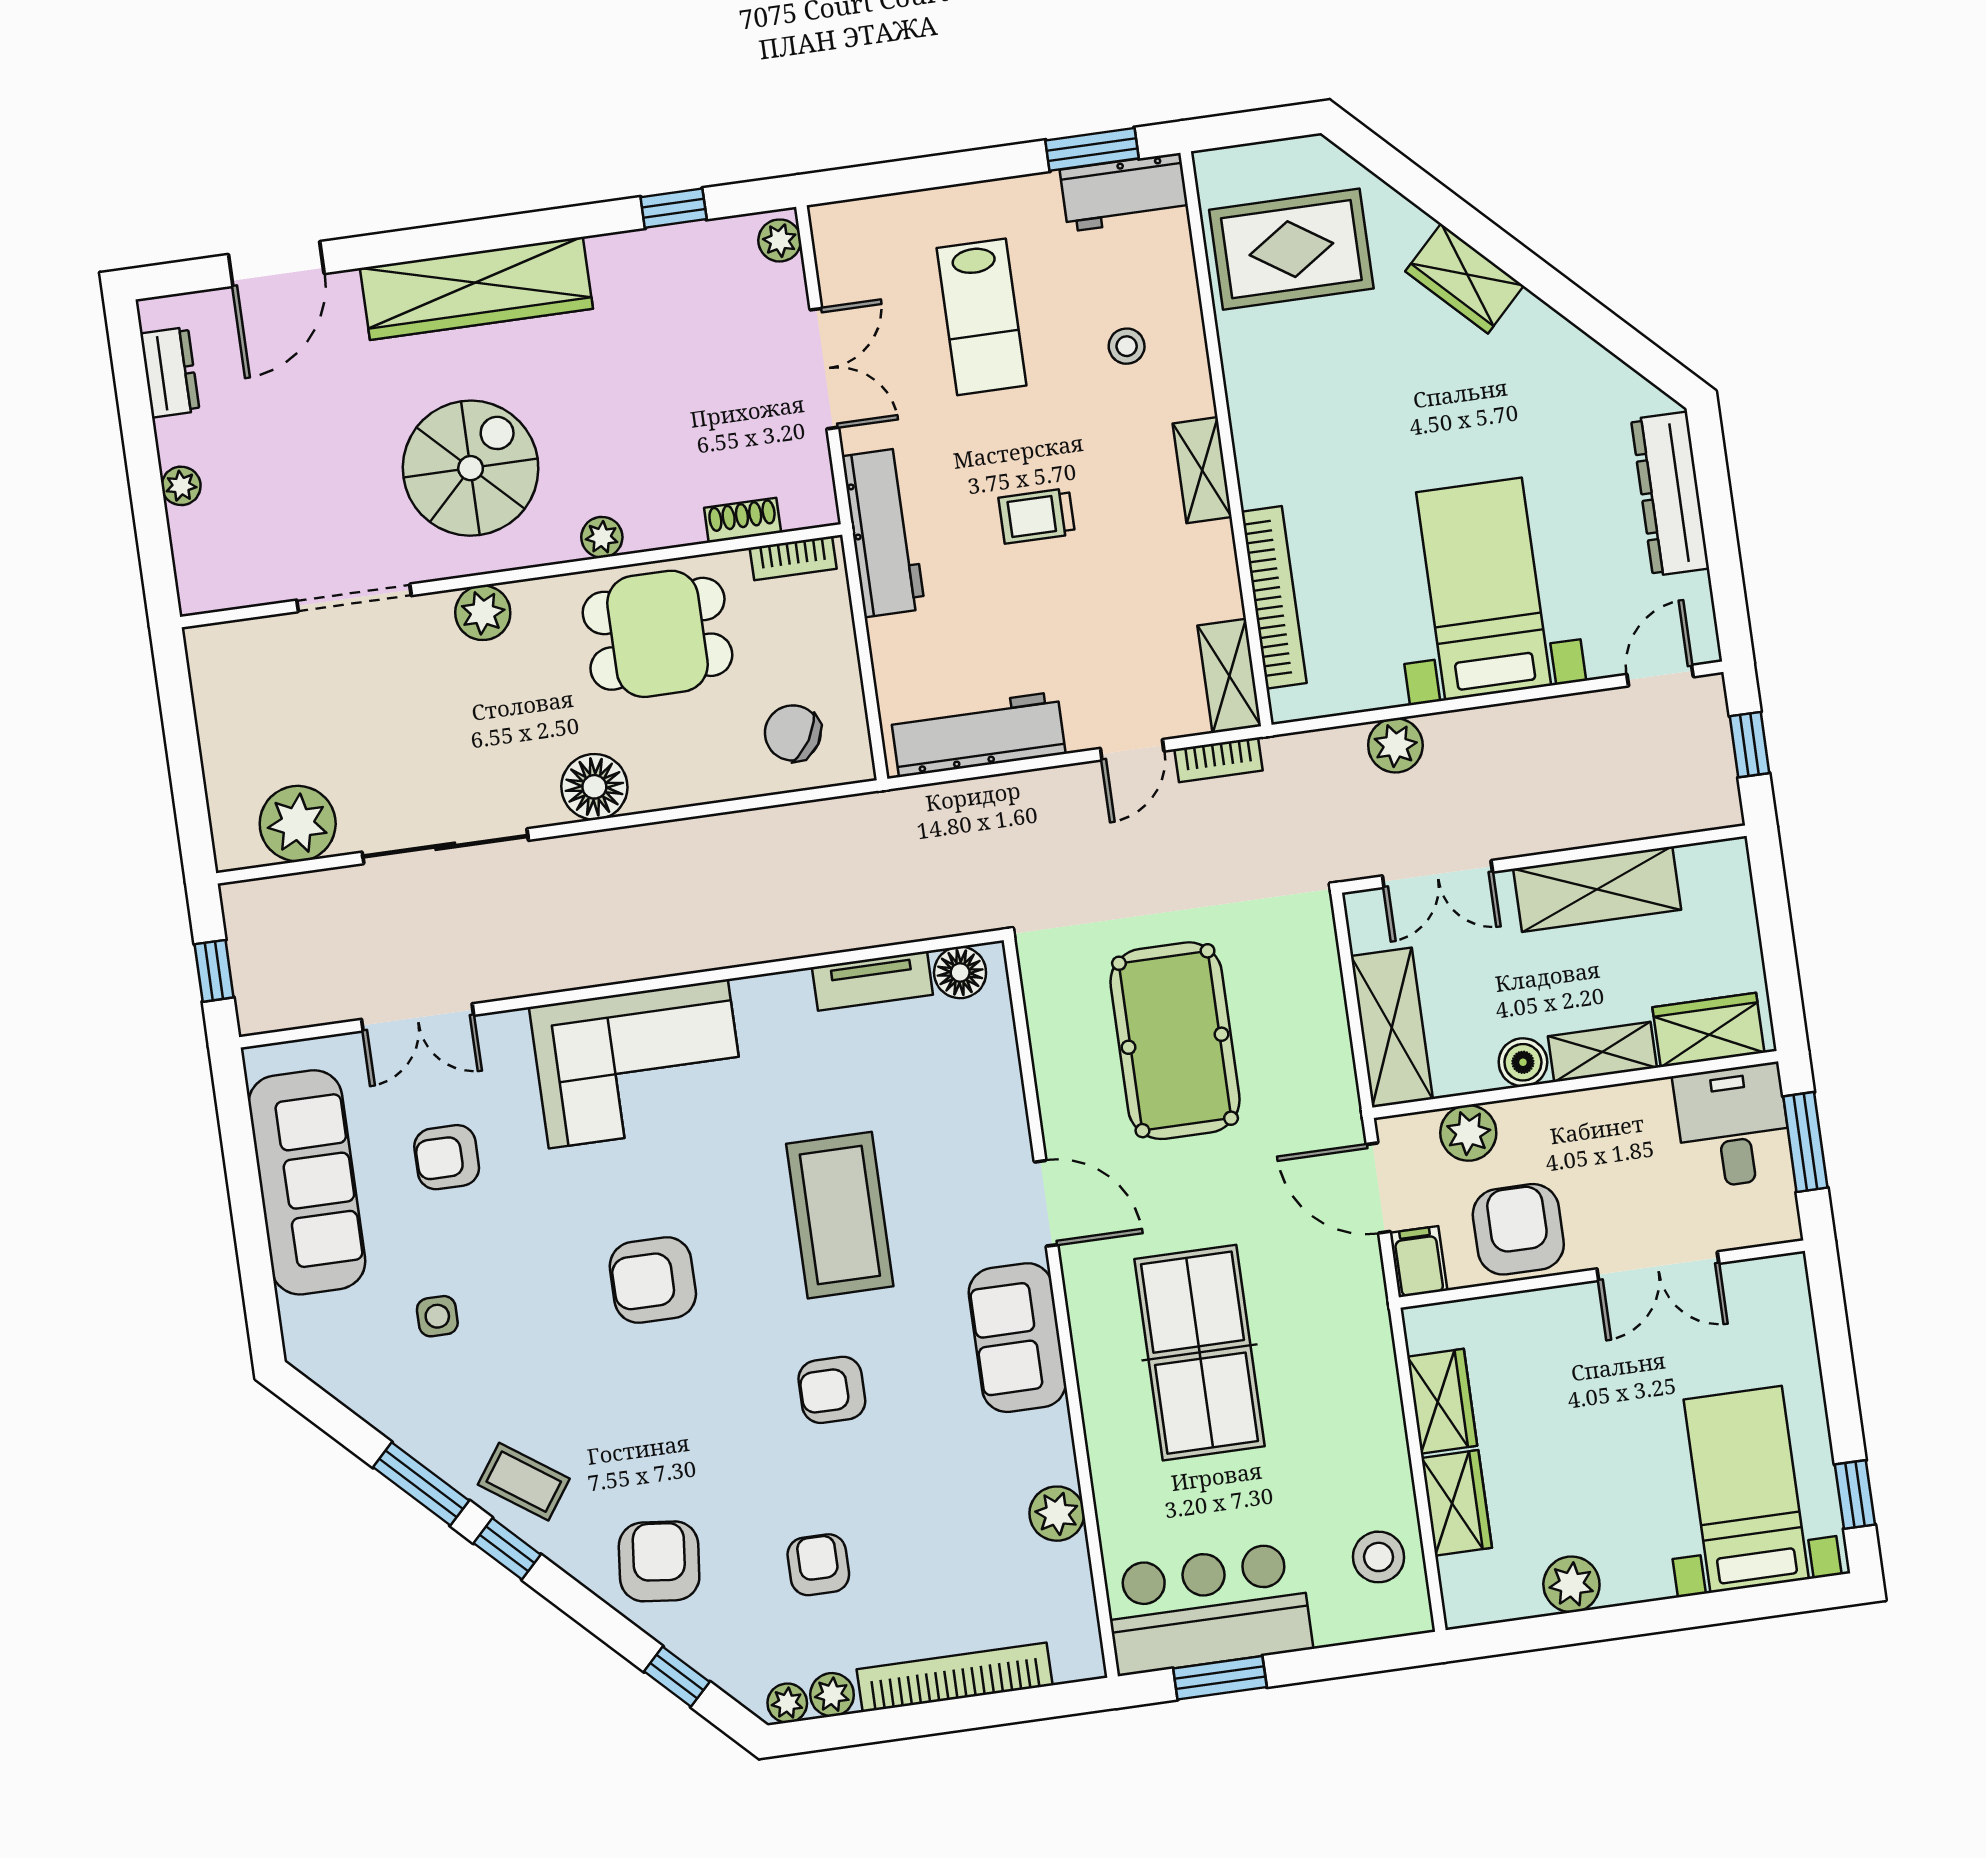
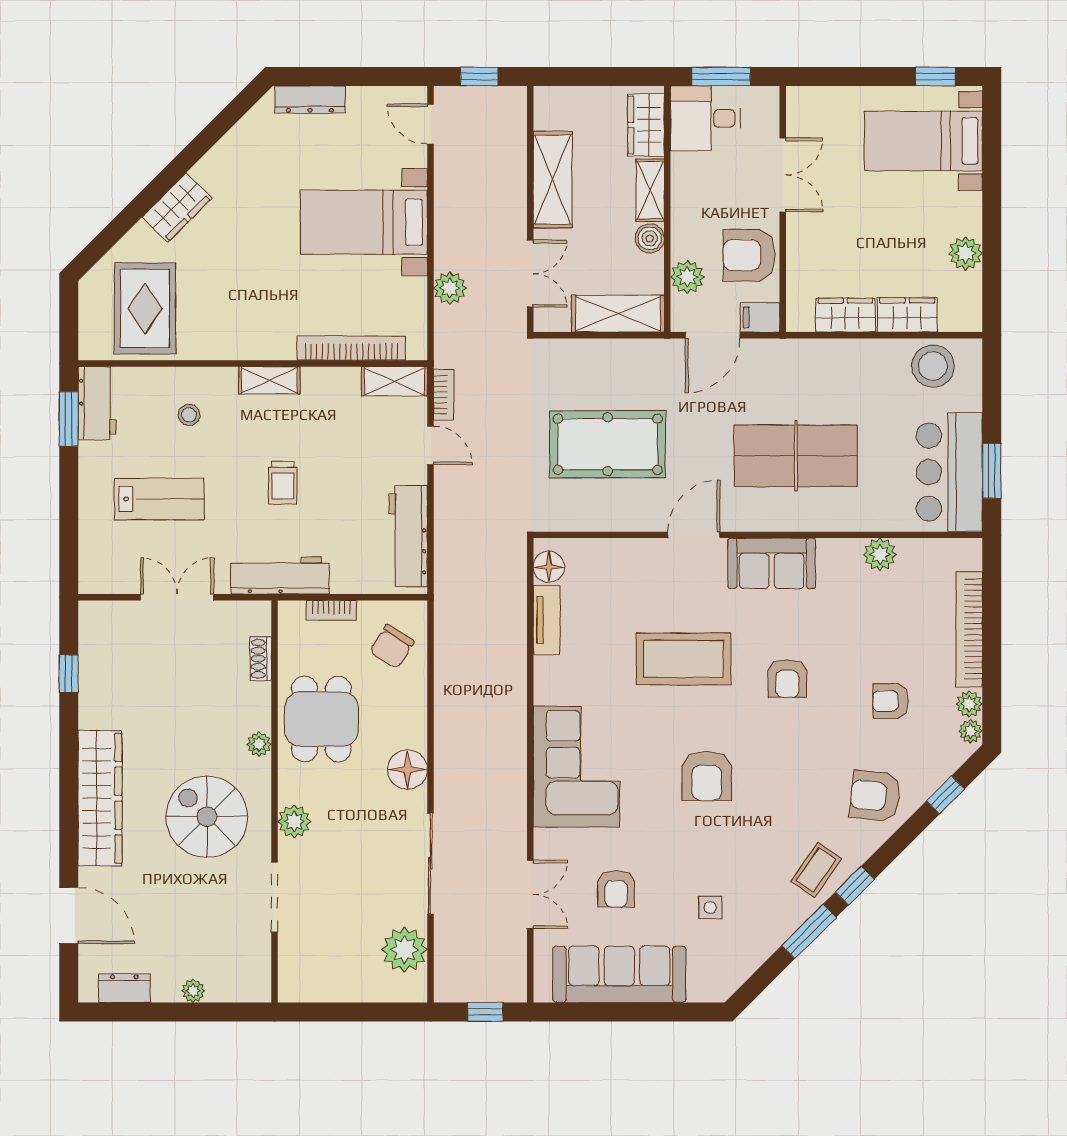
plant: (780, 240) -> (97, 613), removed
dresser: (1670, 494) -> (310, 100), width x0.73, depth x0.80
bookcase: (793, 558) -> (331, 610), moved, turned 90
stool: (1379, 1557) -> (933, 366), width x1.38, depth x1.38

